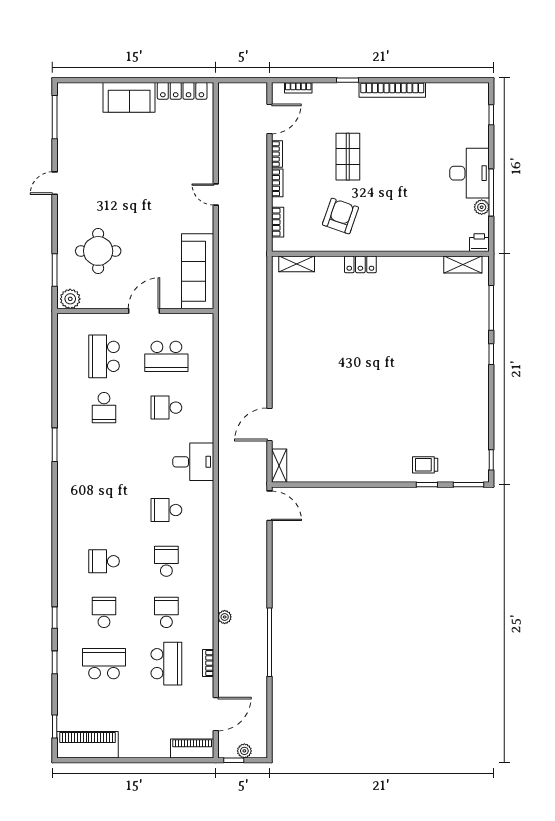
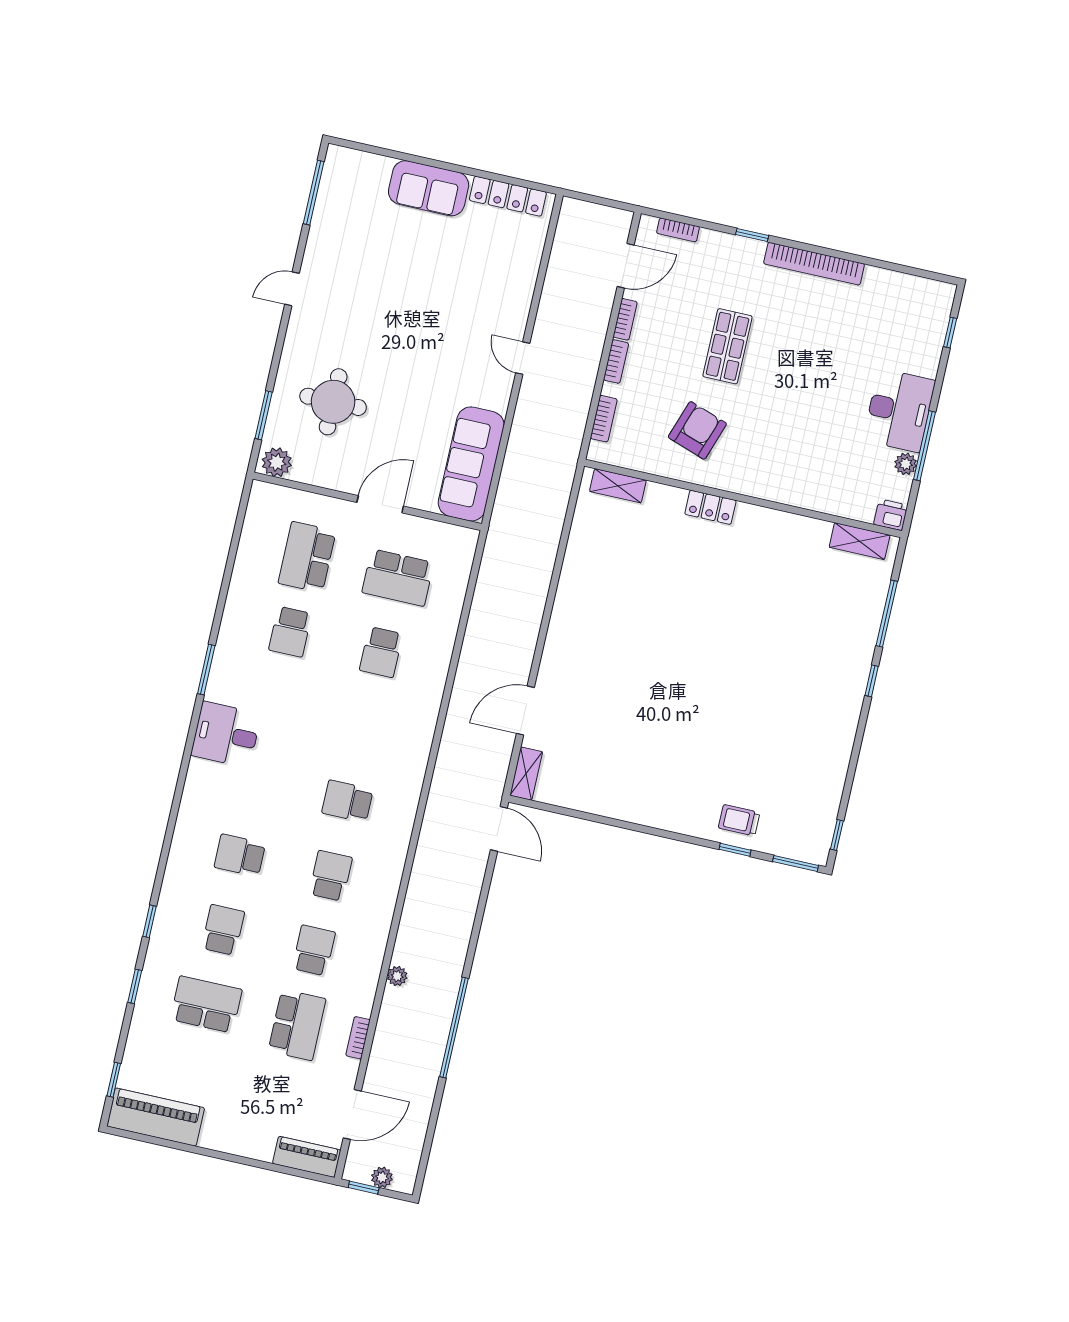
school desk: (166, 408) -> (381, 652), turned -90
desk: (193, 462) -> (226, 735), moved, turned 180

